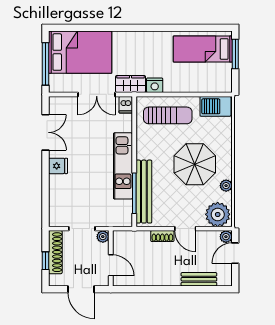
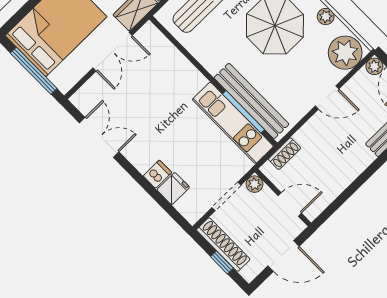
dishwasher: (126, 105) -> (157, 174), moved, turned -90
fridge: (58, 166) -> (173, 189), moved
kitchen unit: (123, 166) -> (233, 123), moved
shoe rack: (162, 236) -> (285, 154), moved

